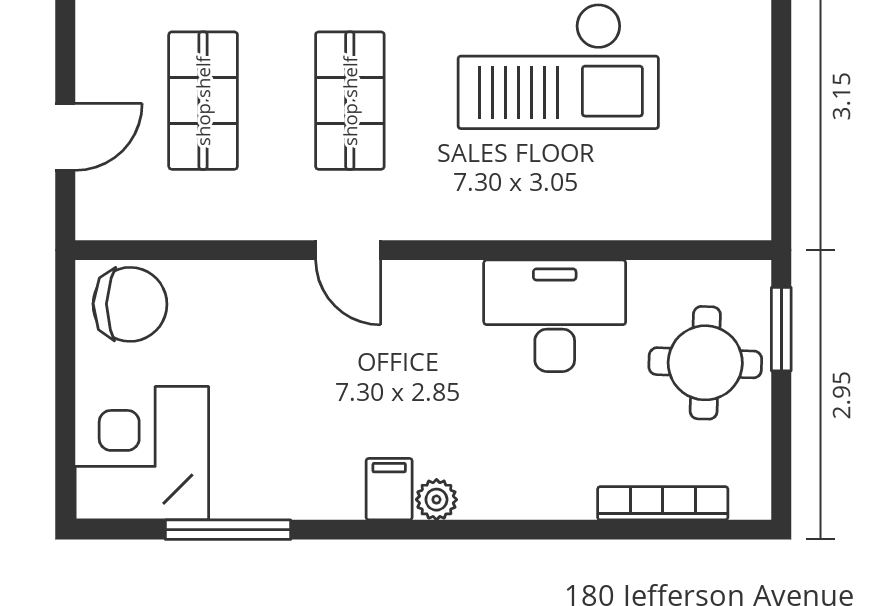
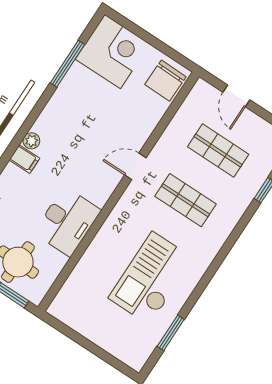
filing cabinet: (389, 489) -> (24, 159), moved

